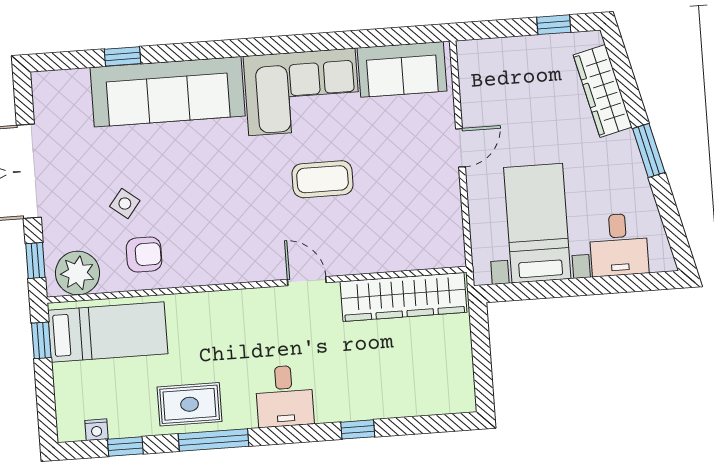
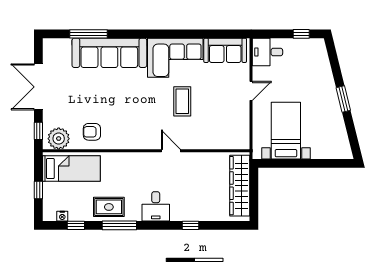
window: (123, 56) -> (89, 34), width x2.17
wardrobe: (603, 91) -> (323, 68), removed
coffee table: (322, 179) -> (182, 101), turned 90
side table: (125, 204) -> (84, 106), removed
desk: (619, 245) -> (267, 52), moved, turned 90
armchair: (144, 254) -> (92, 132), turned 180
wardrobe: (404, 297) -> (240, 186), moved, turned 90
window: (41, 340) -> (38, 190), moved

